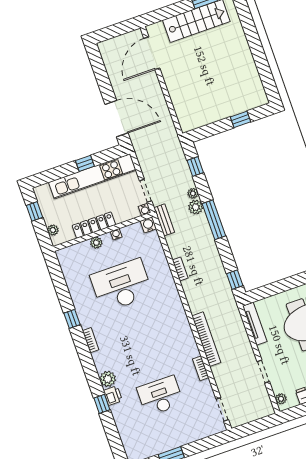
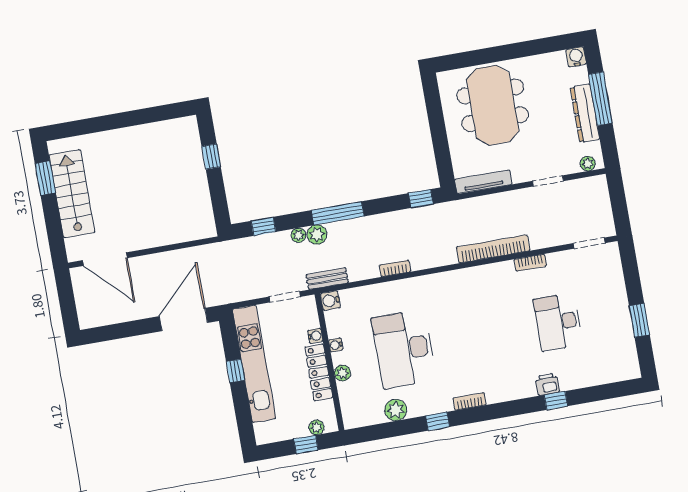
water cooler: (145, 210) -> (315, 336), moved
window: (34, 211) -> (306, 445), moved
plant: (108, 379) -> (396, 410), moved

